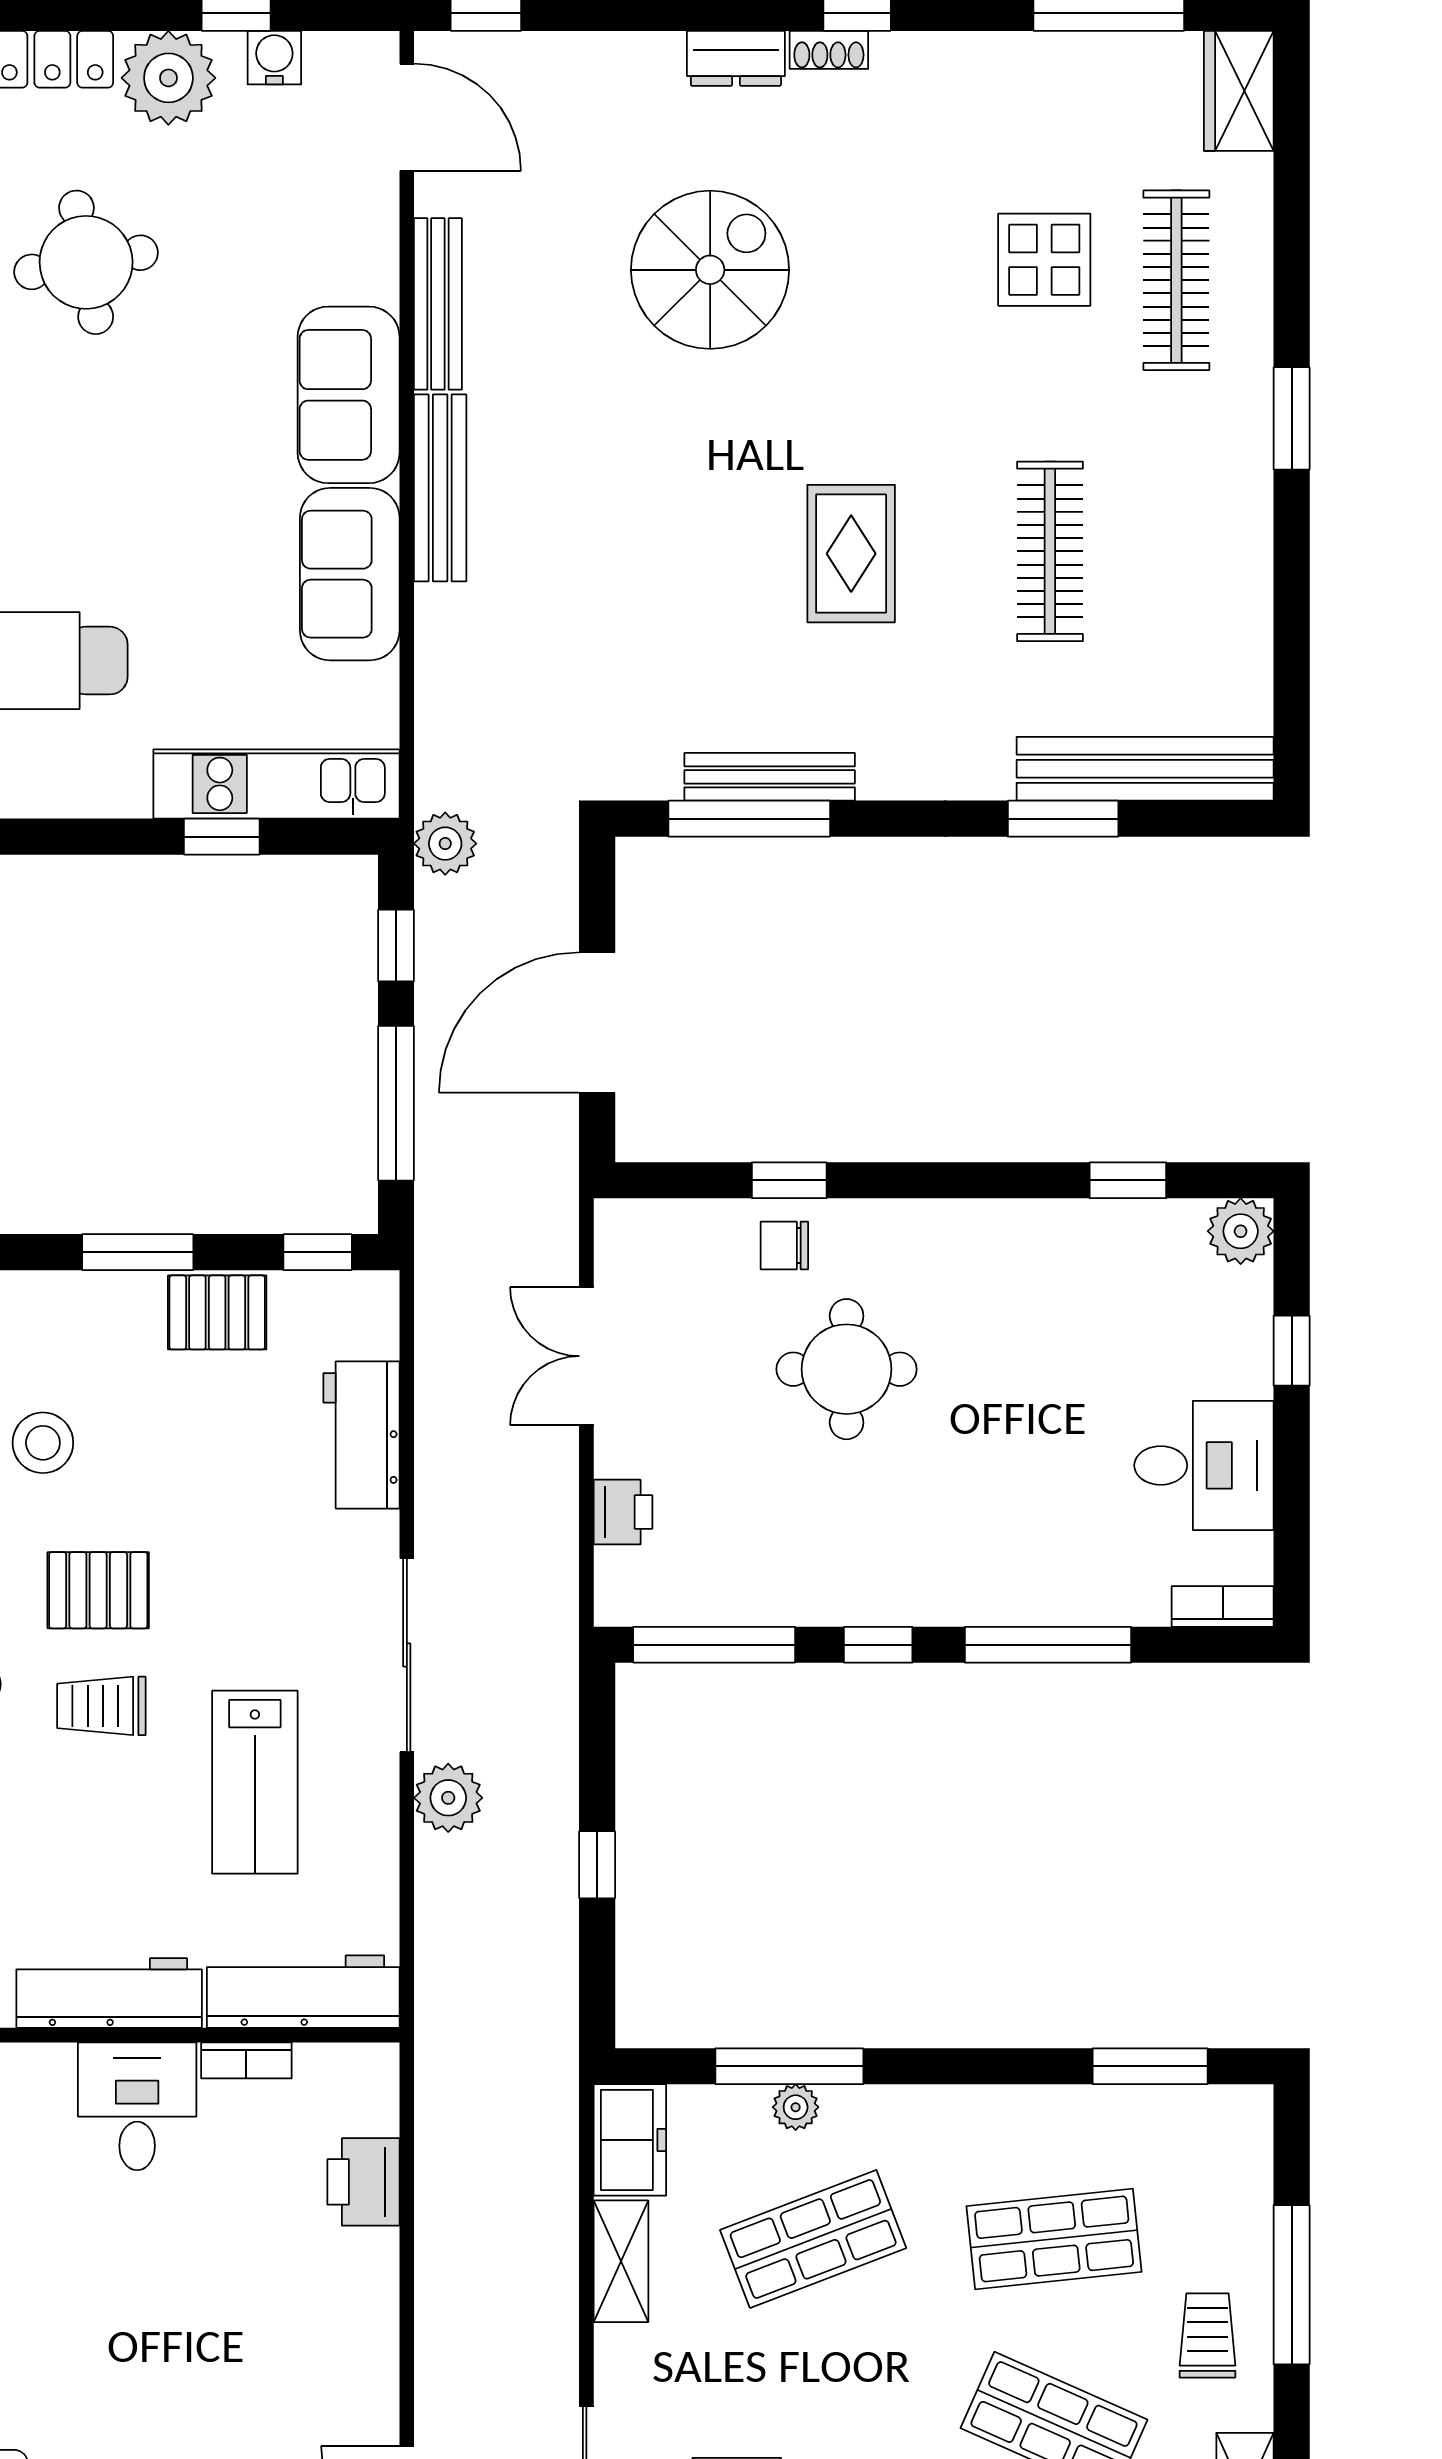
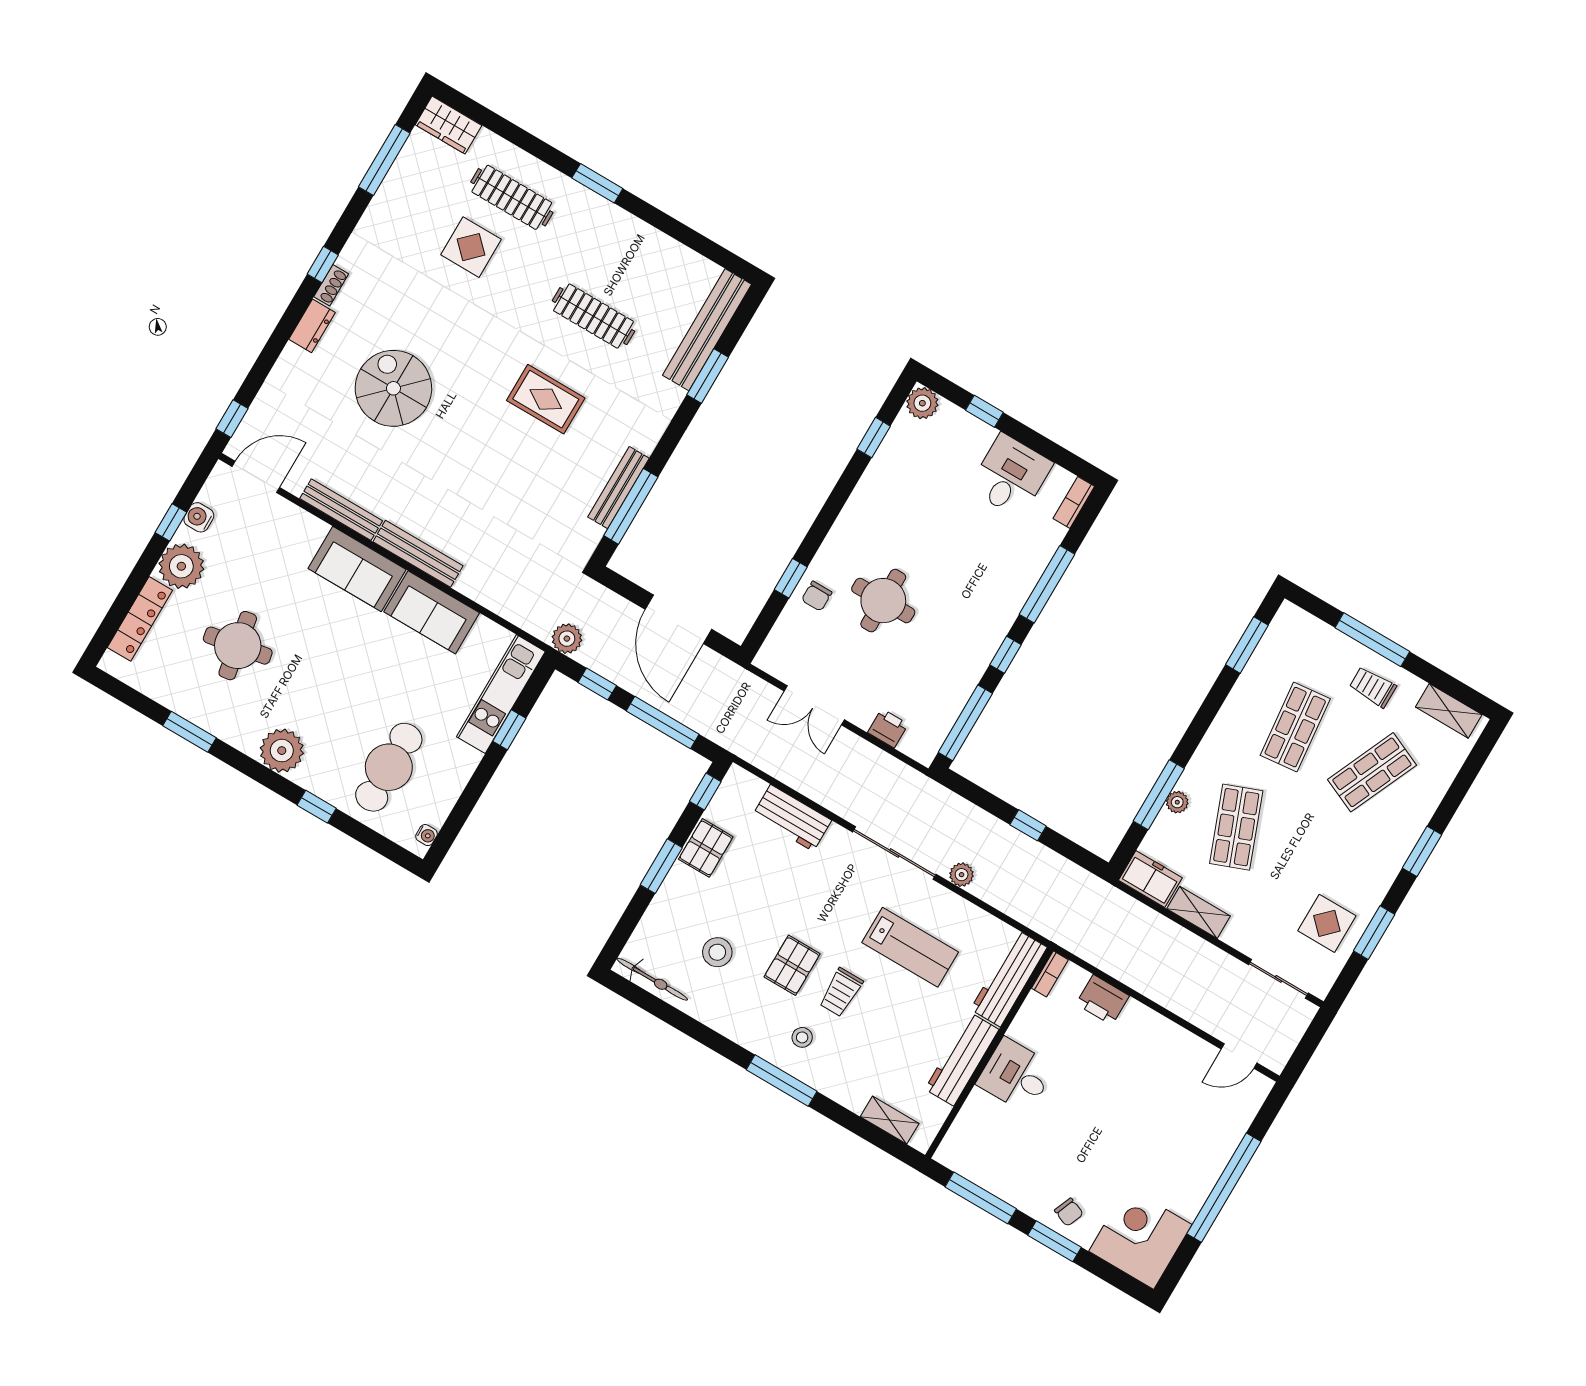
plant: (448, 1798) -> (962, 875), width x0.73, depth x0.73
bookcase: (246, 2060) -> (1050, 974), moved

